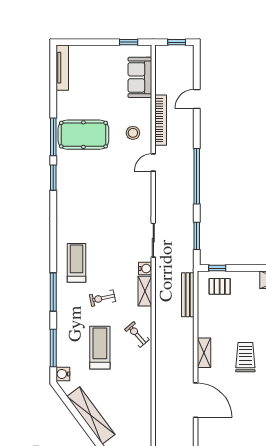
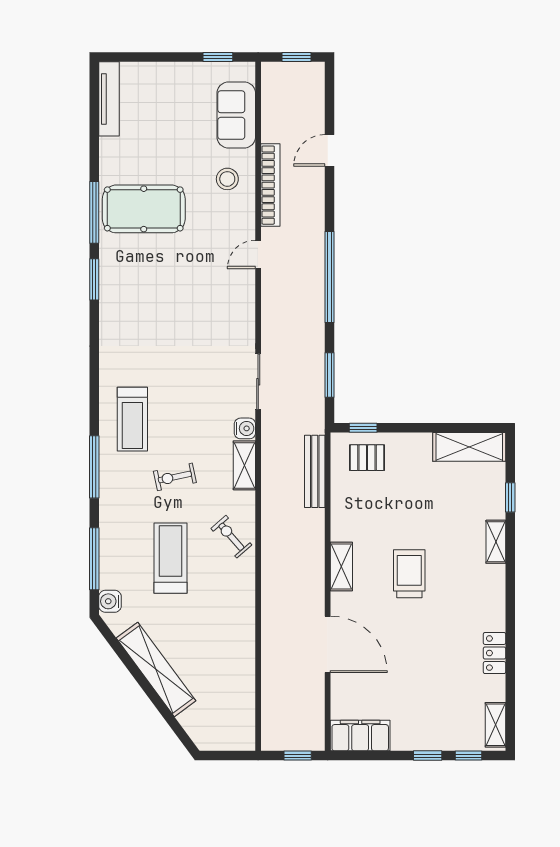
stool: (133, 133) -> (227, 179), moved
treadmill: (77, 263) -> (132, 419), turned 180

